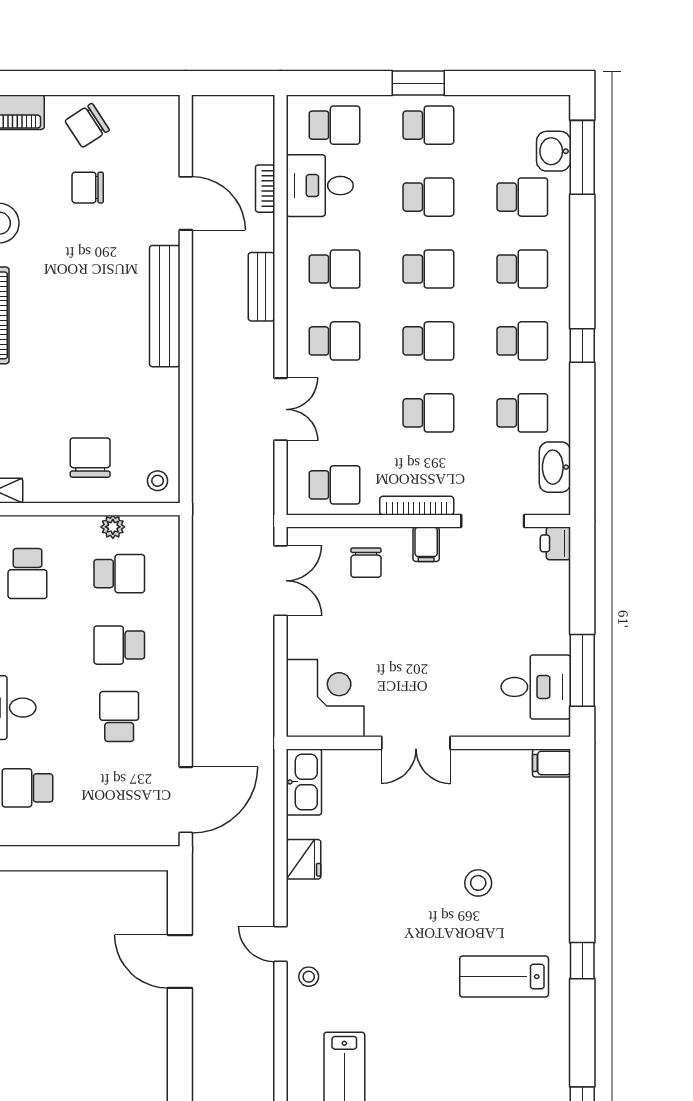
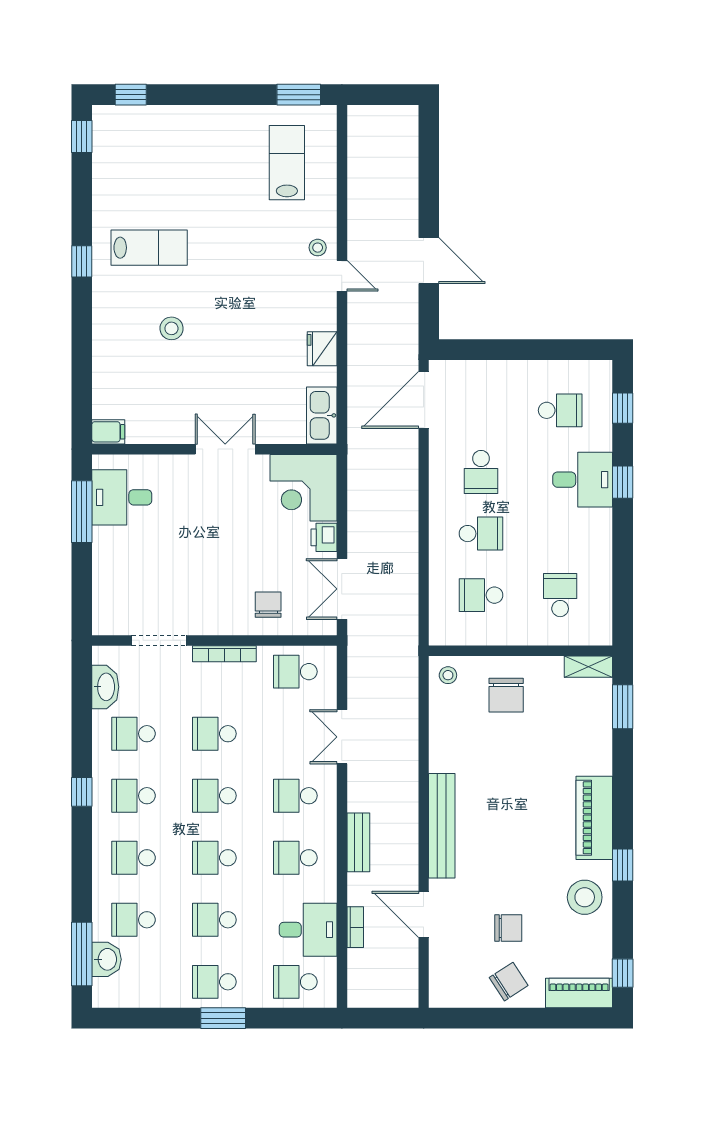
plant: (113, 527) -> (487, 635), removed
printer: (555, 543) -> (324, 537), moved, turned 180
filing cabinet: (426, 544) -> (216, 620), removed

